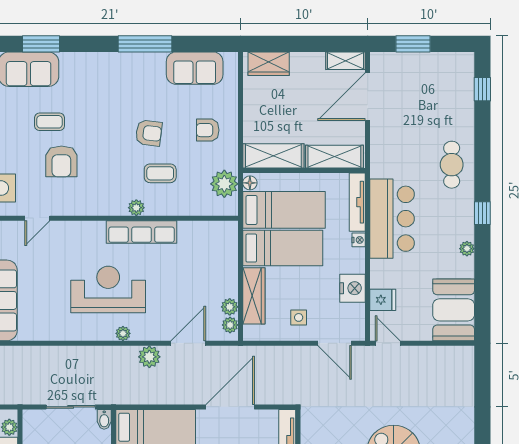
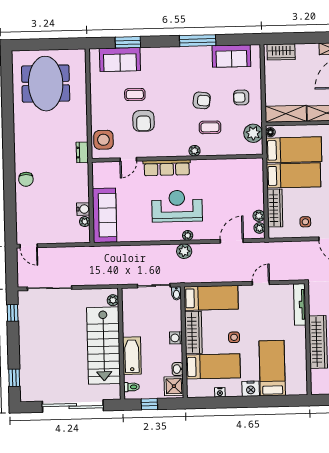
row of seats: (142, 232) -> (167, 168), moved
plant: (149, 357) -> (184, 251), moved
door: (230, 407) -> (261, 283), width x0.53

